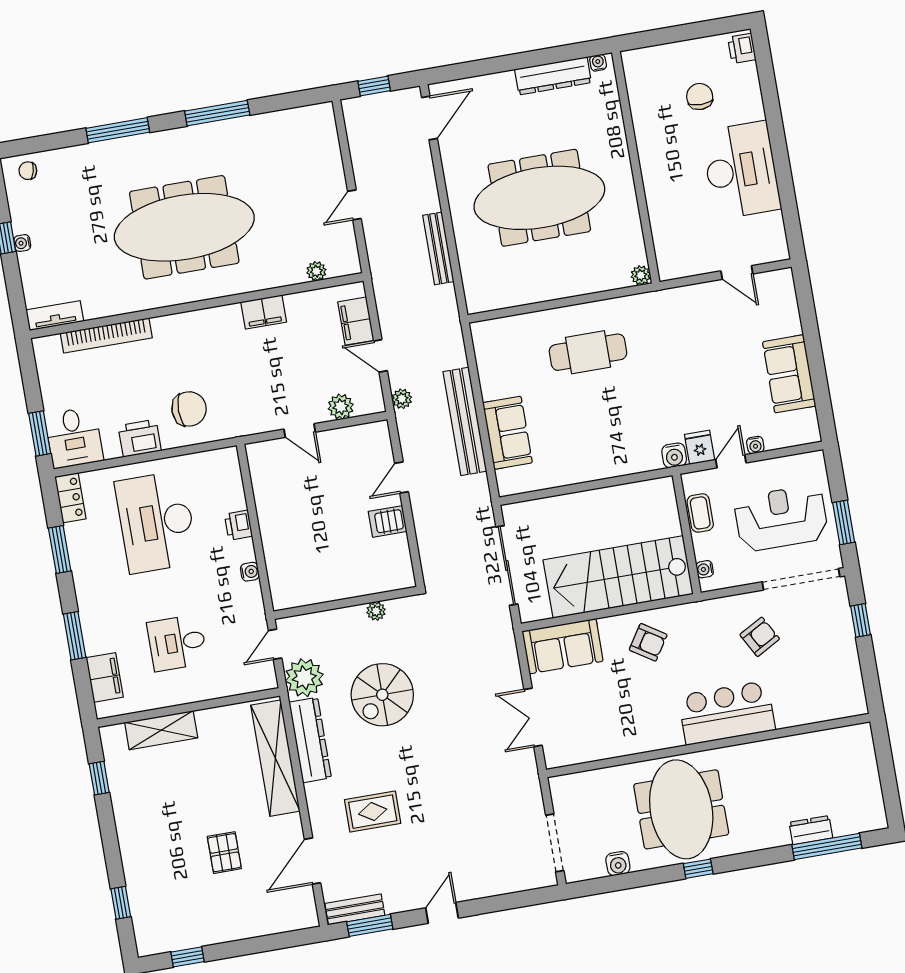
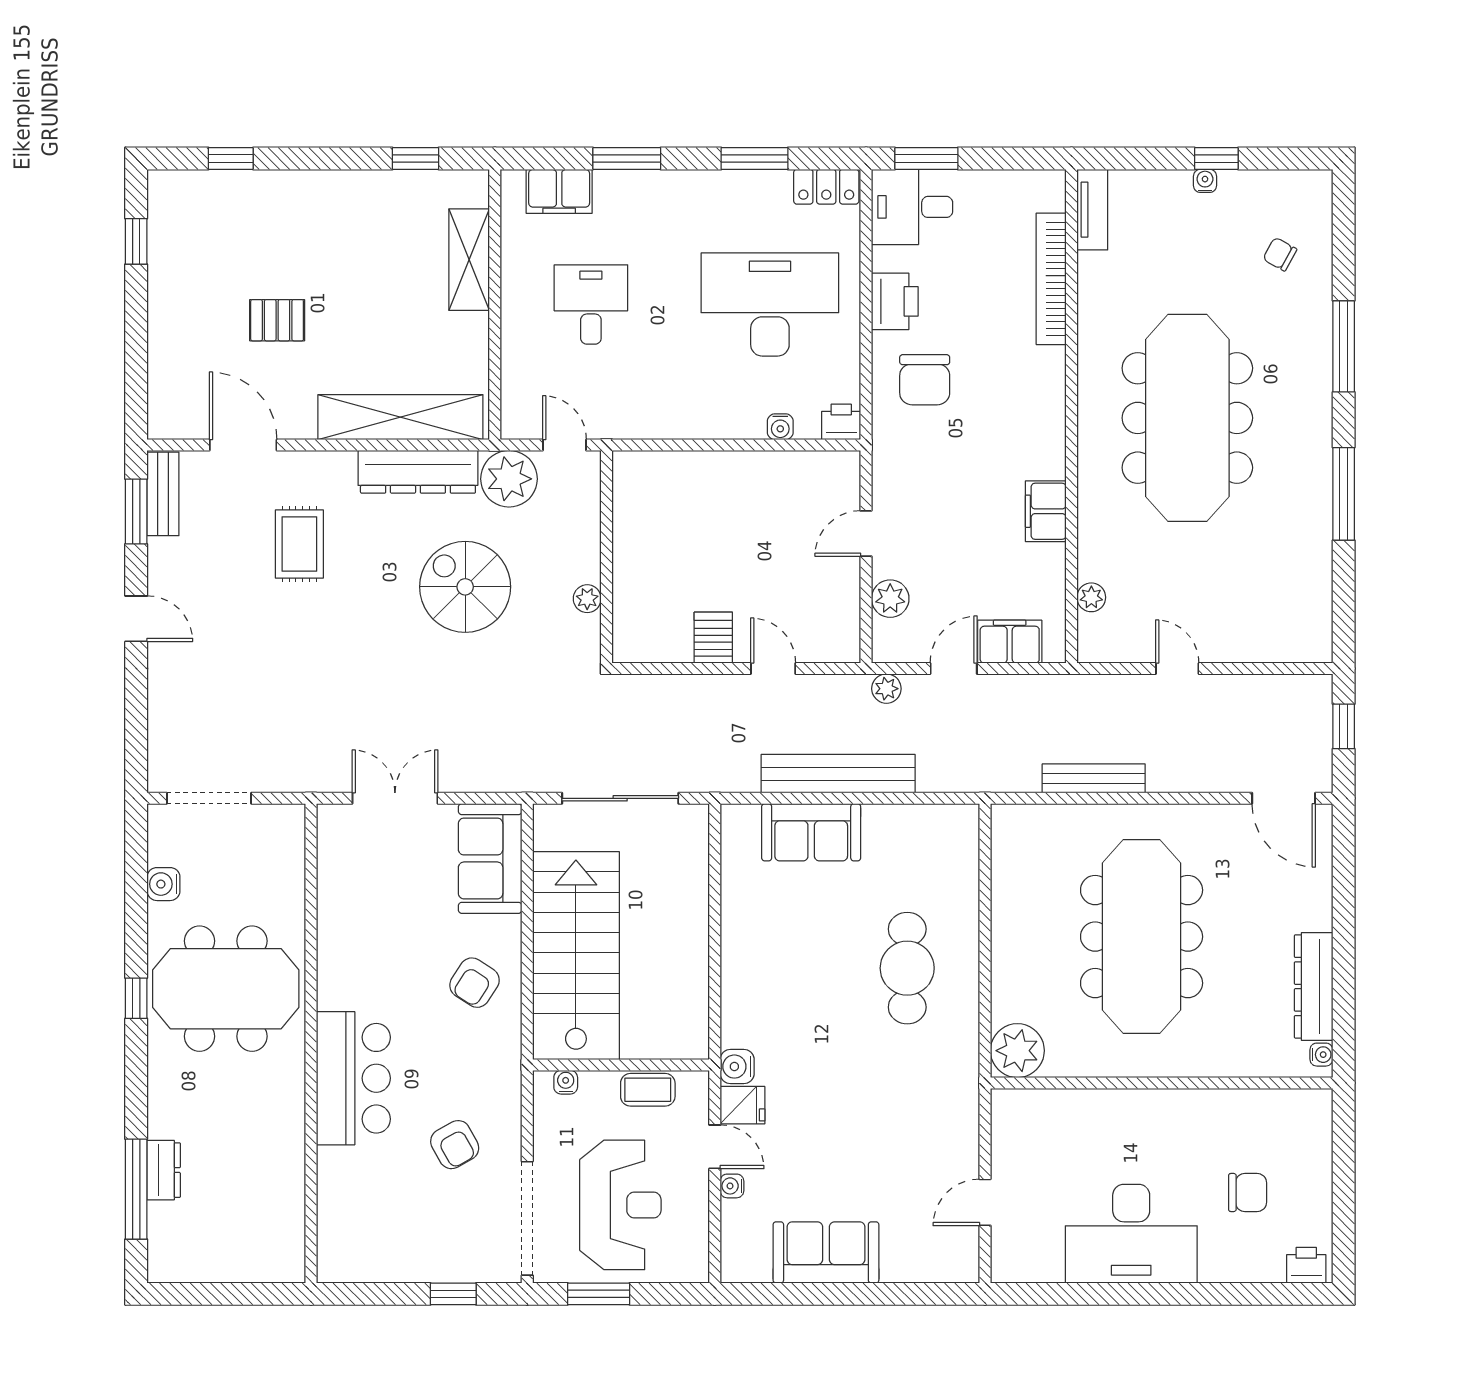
chair: (28, 171) -> (1280, 254), moved, turned -75
plant: (641, 275) -> (1017, 1051), width x1.87, depth x1.87
printer: (238, 525) -> (841, 422), moved
water cooler: (250, 572) -> (780, 427), moved

